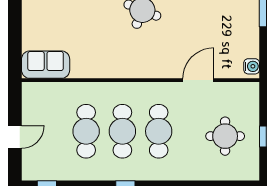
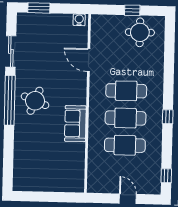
sofa: (46, 65) -> (75, 124), moved
round table: (225, 136) -> (140, 32), moved

